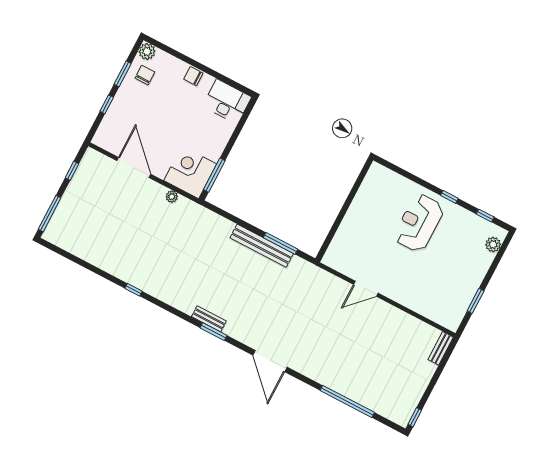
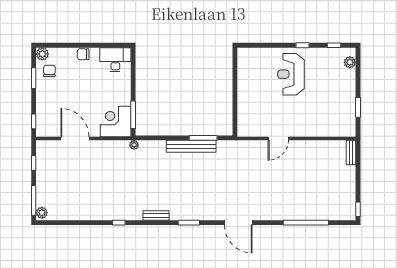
window: (107, 104) -> (34, 121), moved
plant: (172, 197) -> (134, 145), moved
plant: (51, 232) -> (42, 213), added
bench: (209, 319) -> (156, 216), moved

